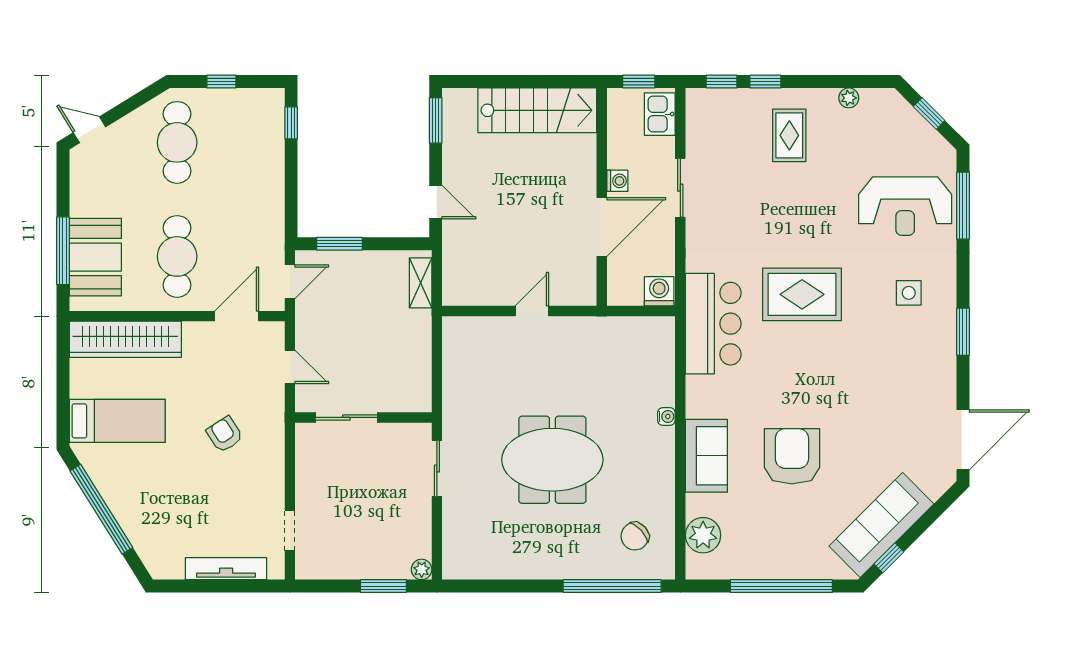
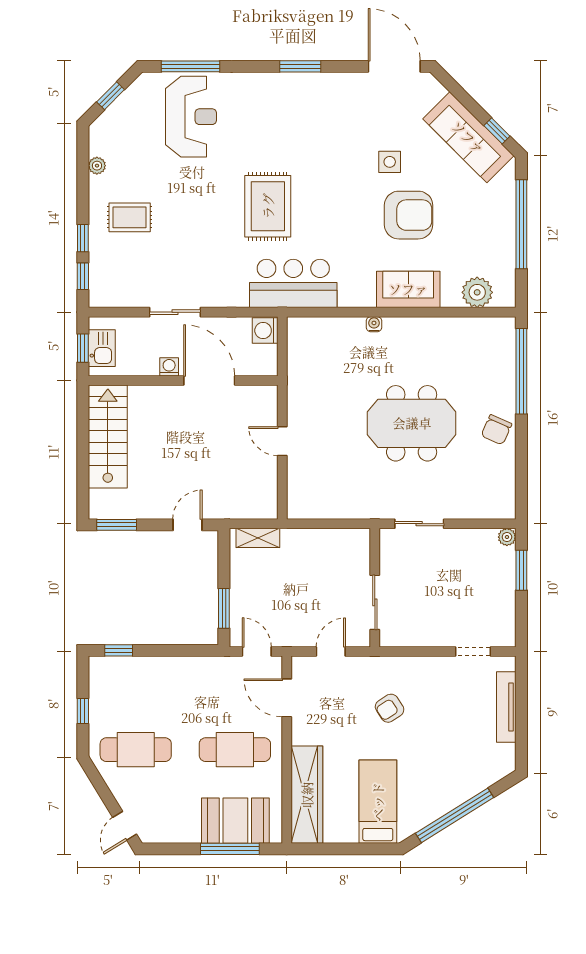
kitchen sink: (660, 114) -> (102, 348), moved, turned -90
side table: (909, 293) -> (390, 162), moved
armchair: (792, 456) -> (409, 215), turned 180
meeting table: (552, 460) -> (412, 423), turned 90
chair: (635, 536) -> (496, 430), moved, turned 66

